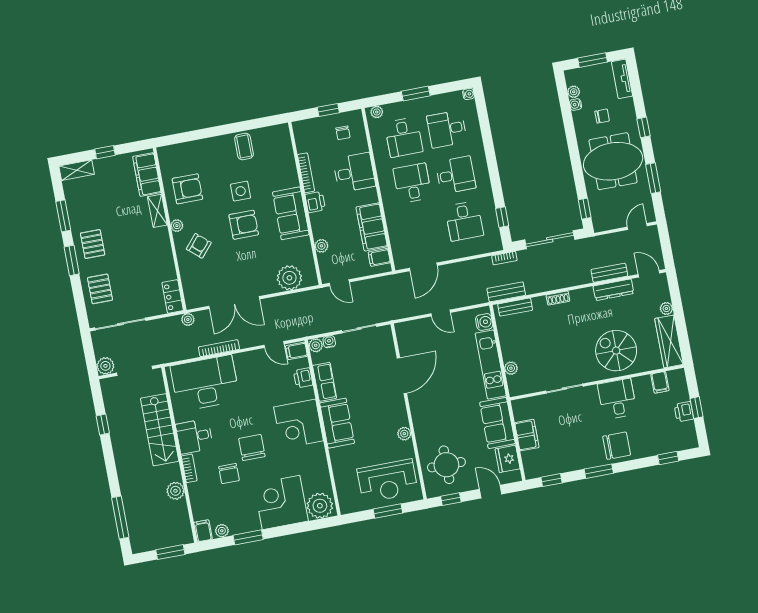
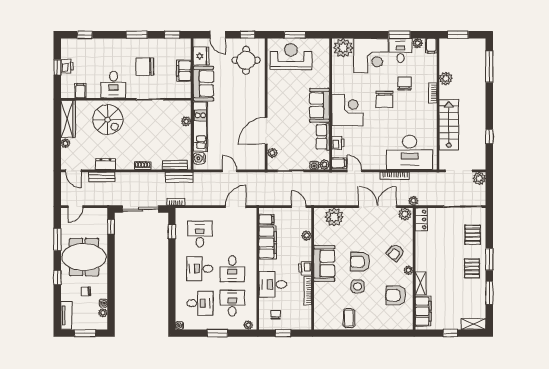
dresser: (613, 290) -> (106, 164), width x0.70
plant: (196, 300) -> (405, 214), added
plant: (404, 434) -> (272, 153), moved
desk: (194, 436) -> (400, 51), moved, turned -90
chair: (617, 446) -> (145, 67), moved

